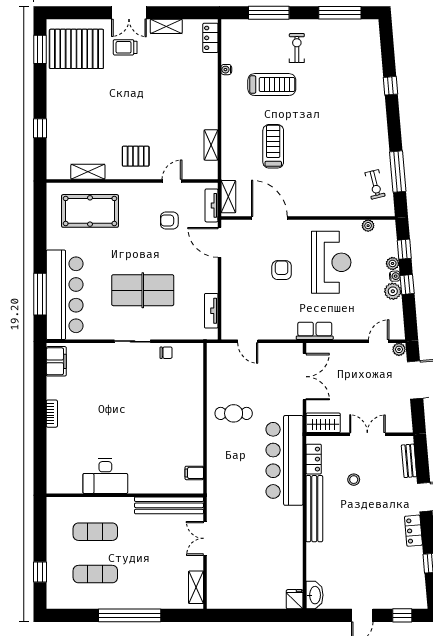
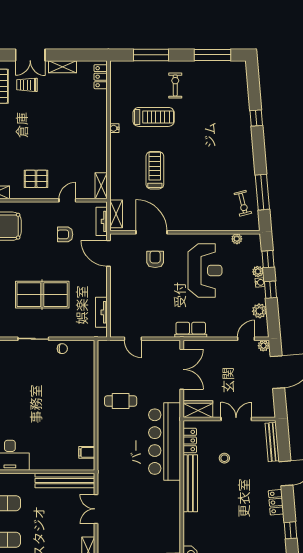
water cooler: (226, 70) -> (114, 128), moved
shelving: (211, 145) -> (101, 186), moved
armchair: (282, 270) -> (155, 259), moved
plant: (393, 291) -> (259, 311), moved
bench: (409, 461) -> (272, 442), width x1.36

